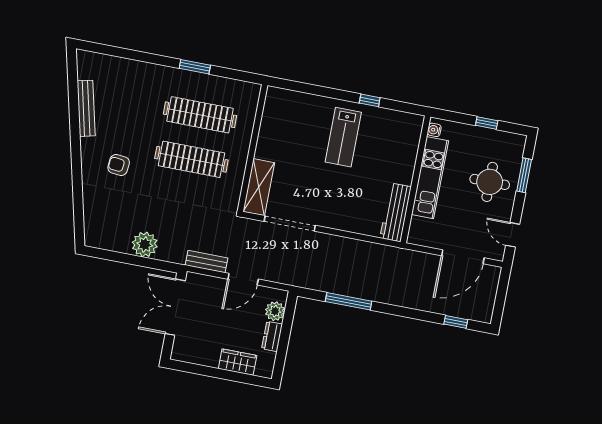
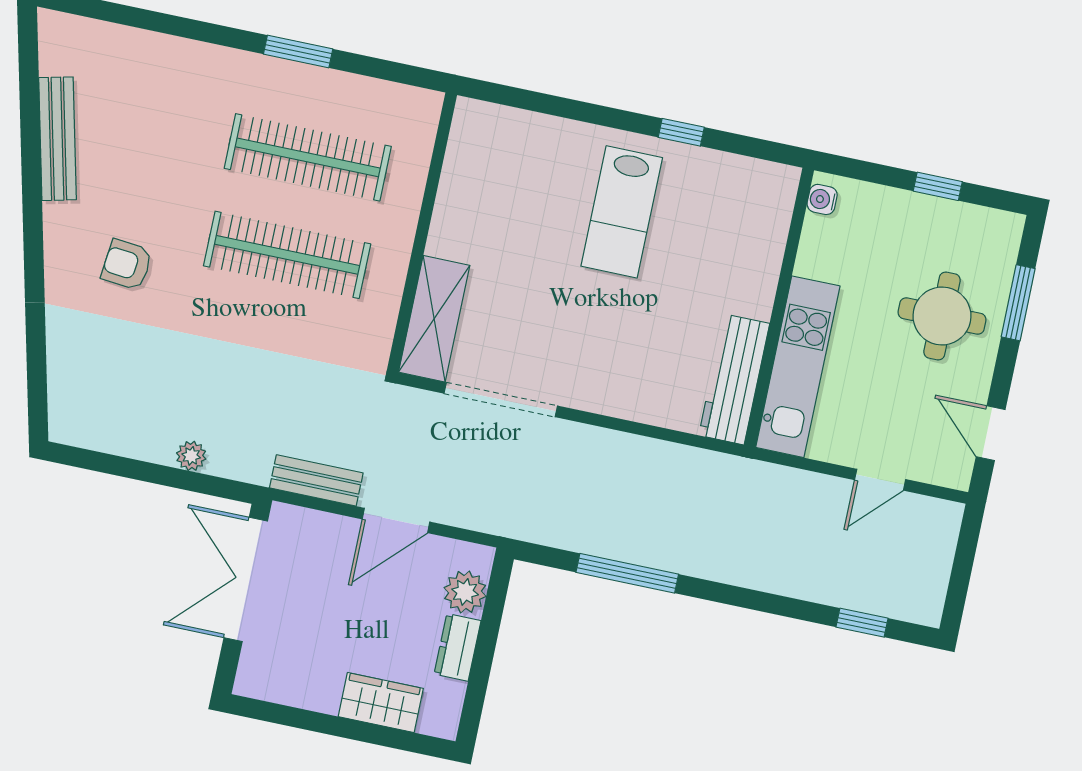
kitchen unit: (430, 178) -> (798, 367), moved
plant: (145, 244) -> (191, 456), width x0.53, depth x0.53
door: (463, 257) -> (880, 480), width x0.53

